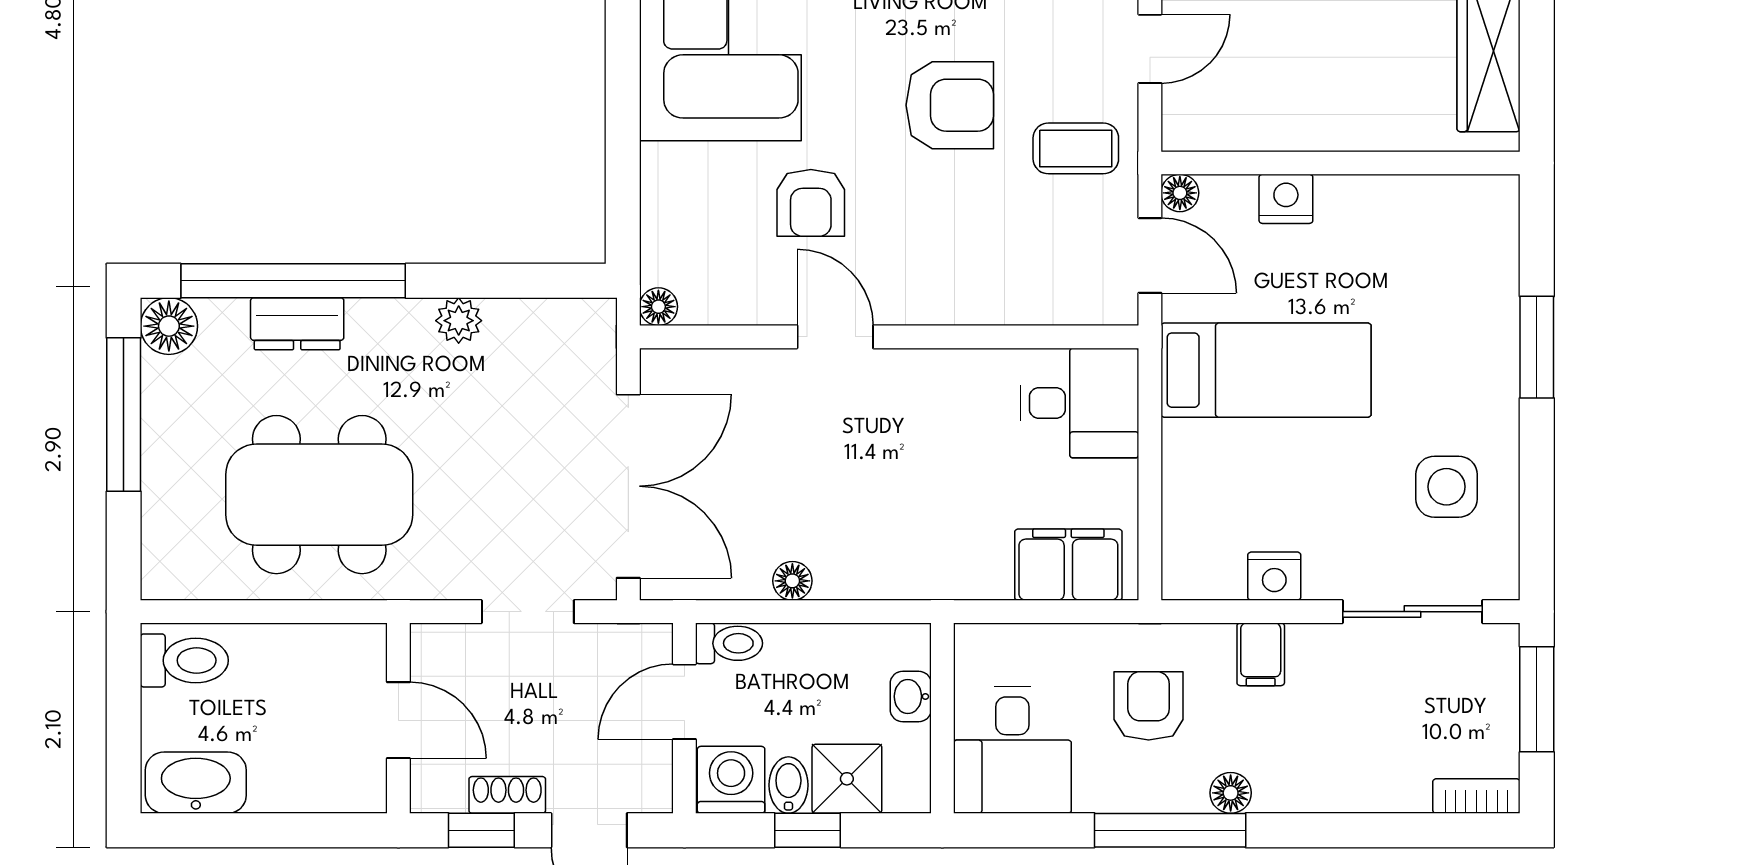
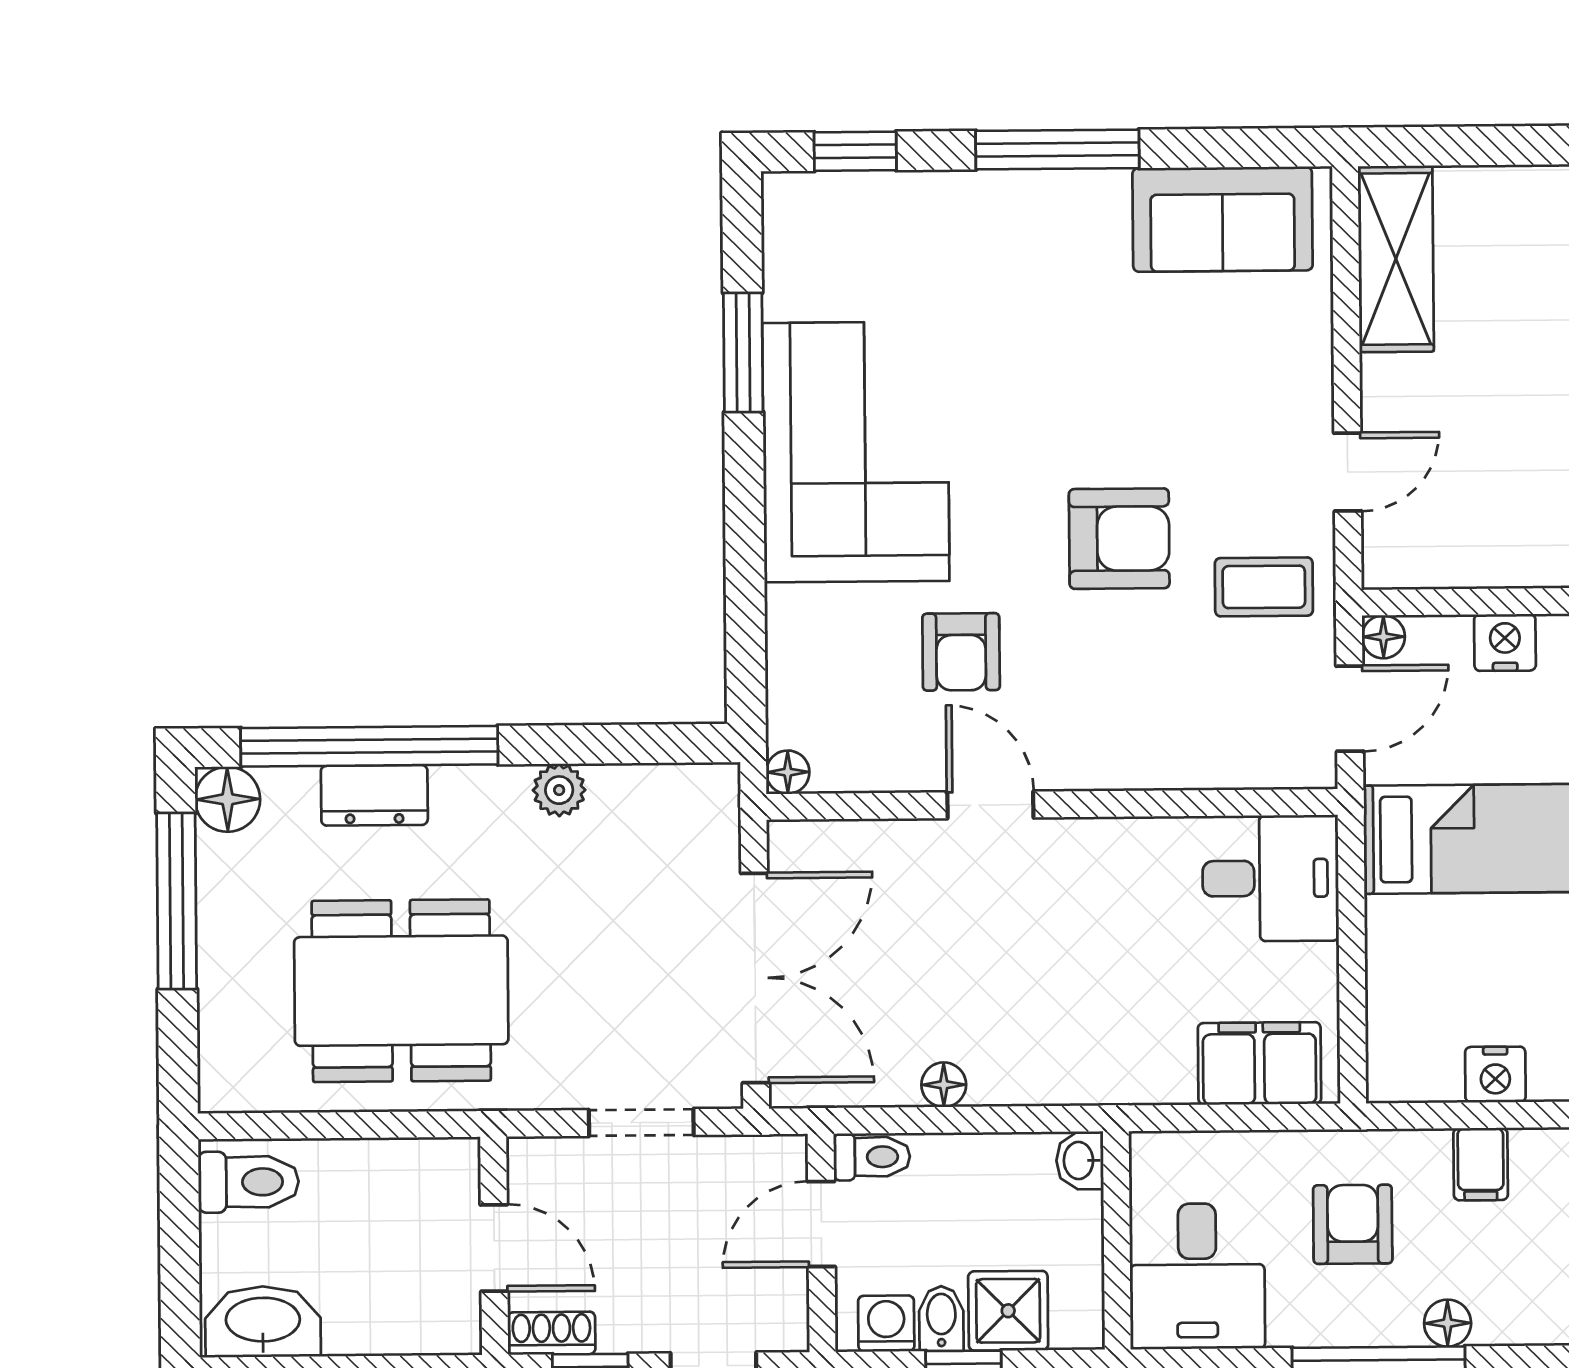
door: (1150, 255) -> (1350, 709), hinge flipped
washbasin: (911, 696) -> (1080, 1160), moved
washing machine: (731, 780) -> (886, 1324), width x0.73, depth x0.73
shoe rack: (507, 795) -> (551, 1333), moved

